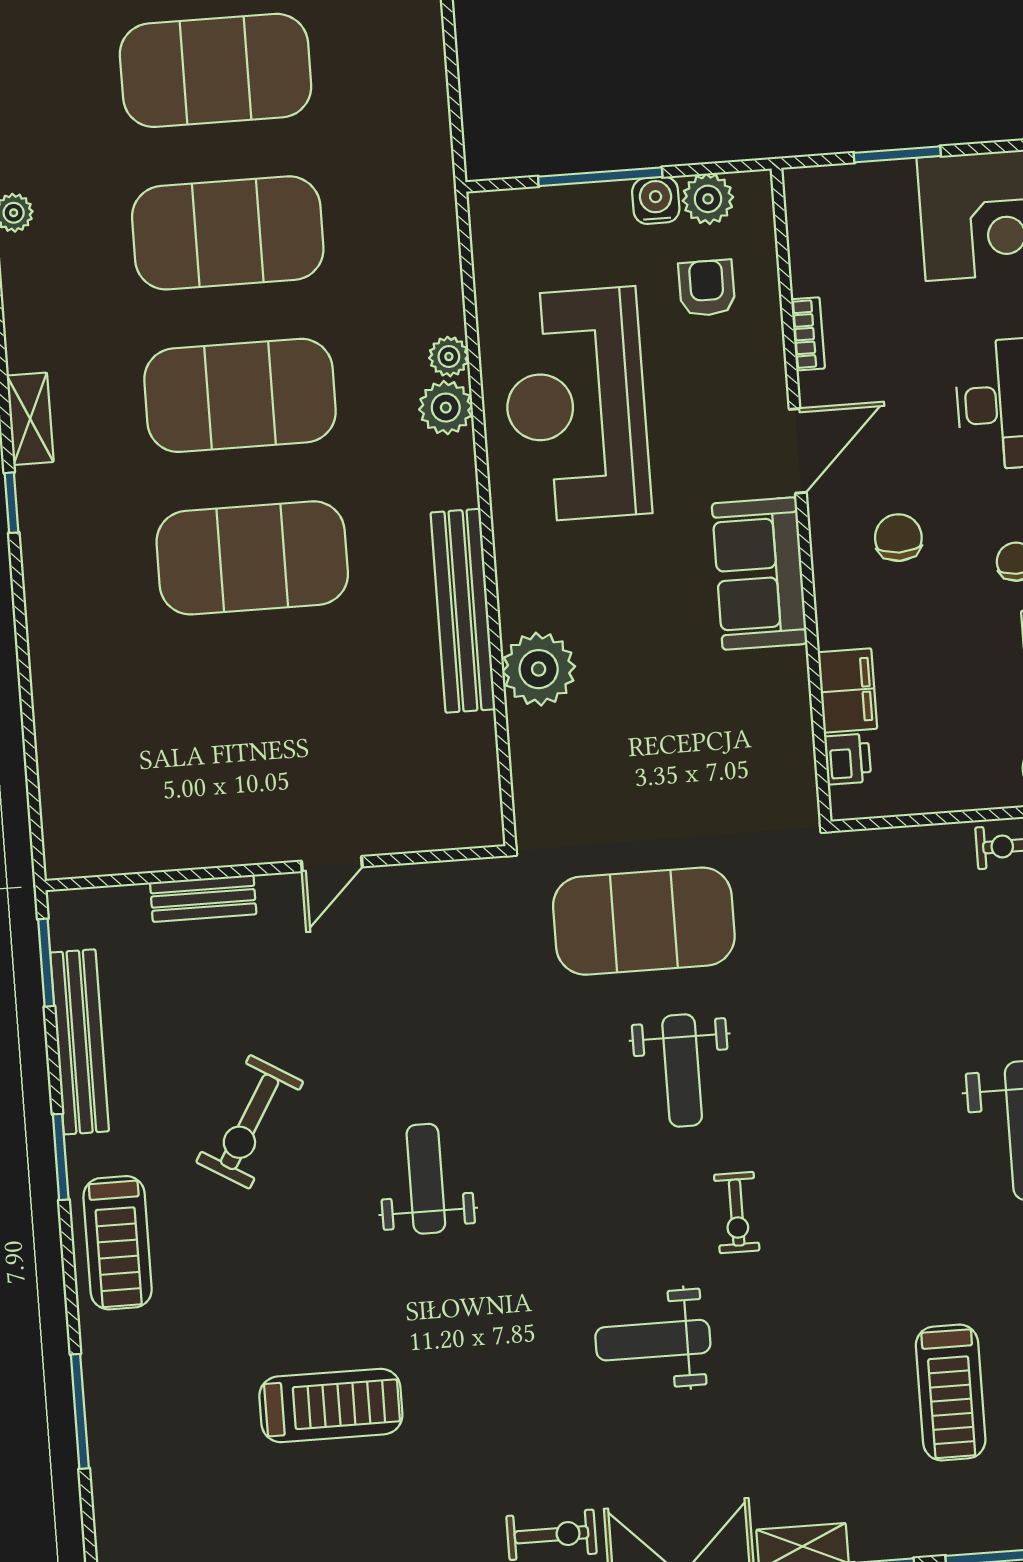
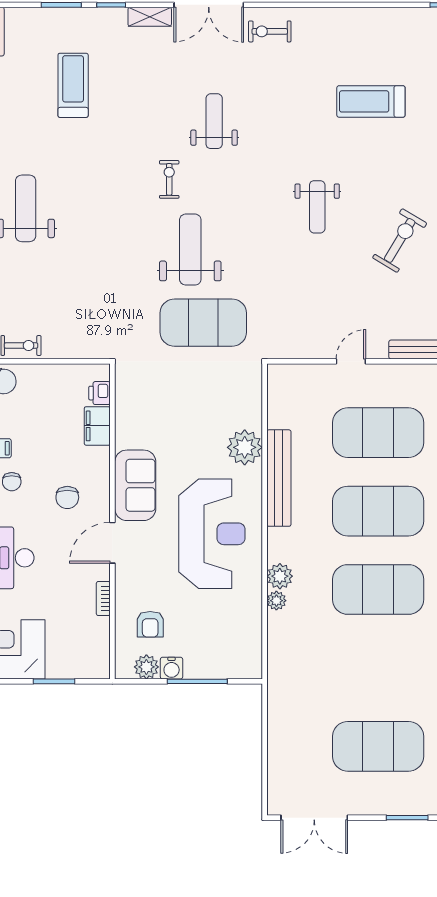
exercise mat: (228, 233) -> (378, 433), moved
reception desk: (576, 405) -> (212, 534), moved
weight bench: (682, 1070) -> (190, 250), width x1.36, depth x1.33
weight bench: (653, 1340) -> (214, 121), turned -90

